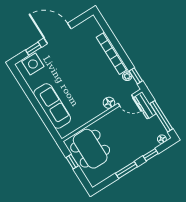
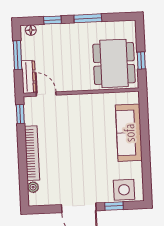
plant: (127, 76) -> (33, 187), moved
floor lamp: (109, 103) -> (66, 102), removed
window: (161, 116) -> (18, 55), width x0.69

